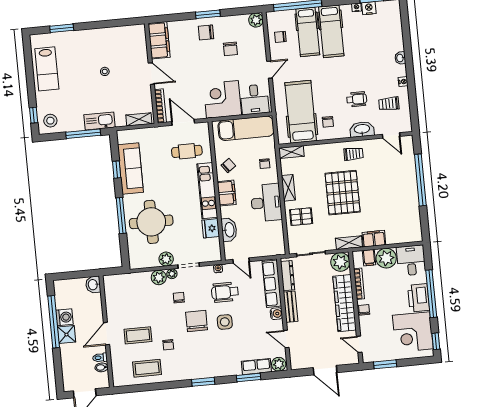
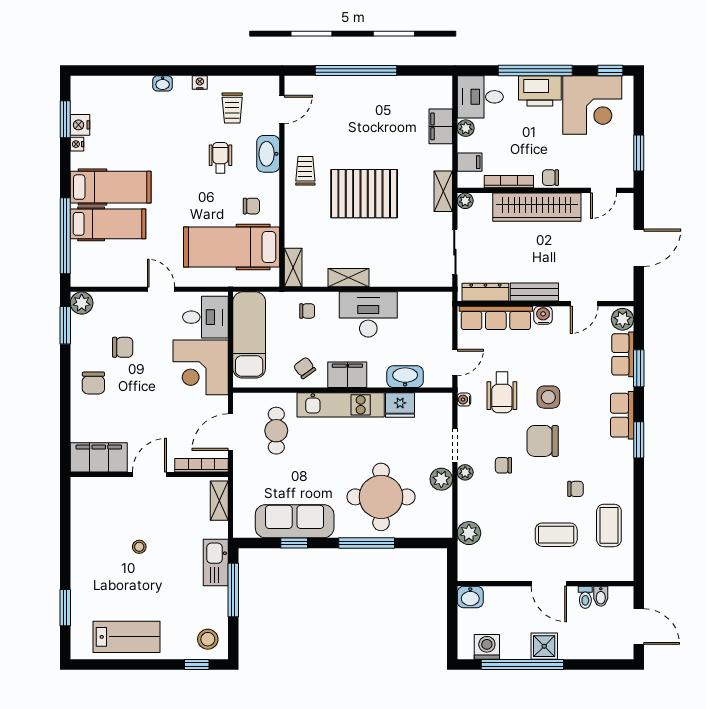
window: (208, 14) -> (65, 325), moved
chair: (280, 37) -> (112, 267), removed
pallet: (301, 217) -> (395, 262), removed
filing cabinet: (374, 239) -> (441, 126), moved
plant: (386, 258) -> (466, 128), width x0.53, depth x0.53
plant: (340, 262) -> (465, 201), width x0.53, depth x0.53
plant: (159, 277) -> (469, 533), moved
washing machine: (64, 317) -> (487, 647), moved
coffee table: (138, 335) -> (556, 535), turned 90
row of seats: (218, 370) -> (622, 415), added

